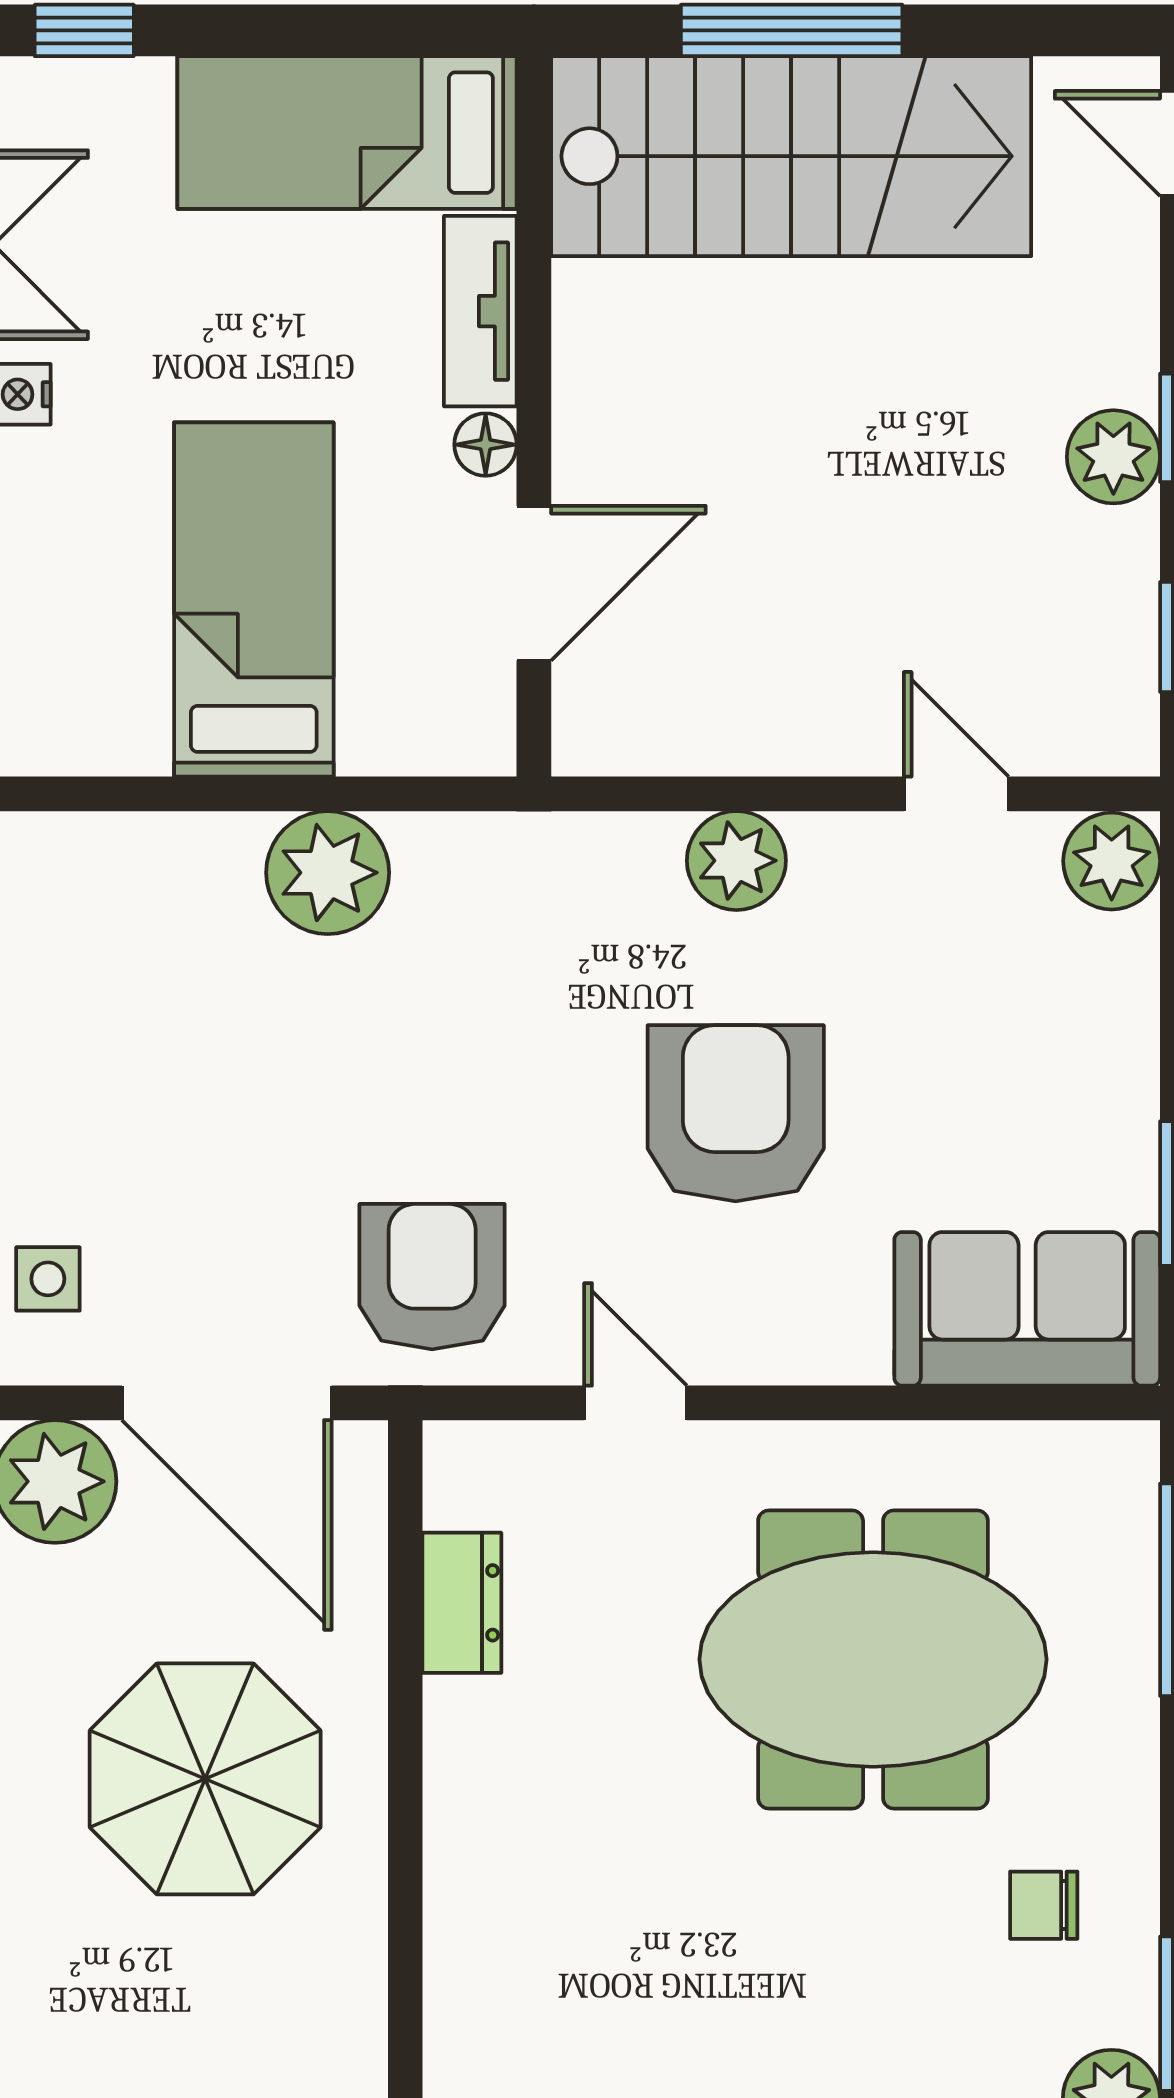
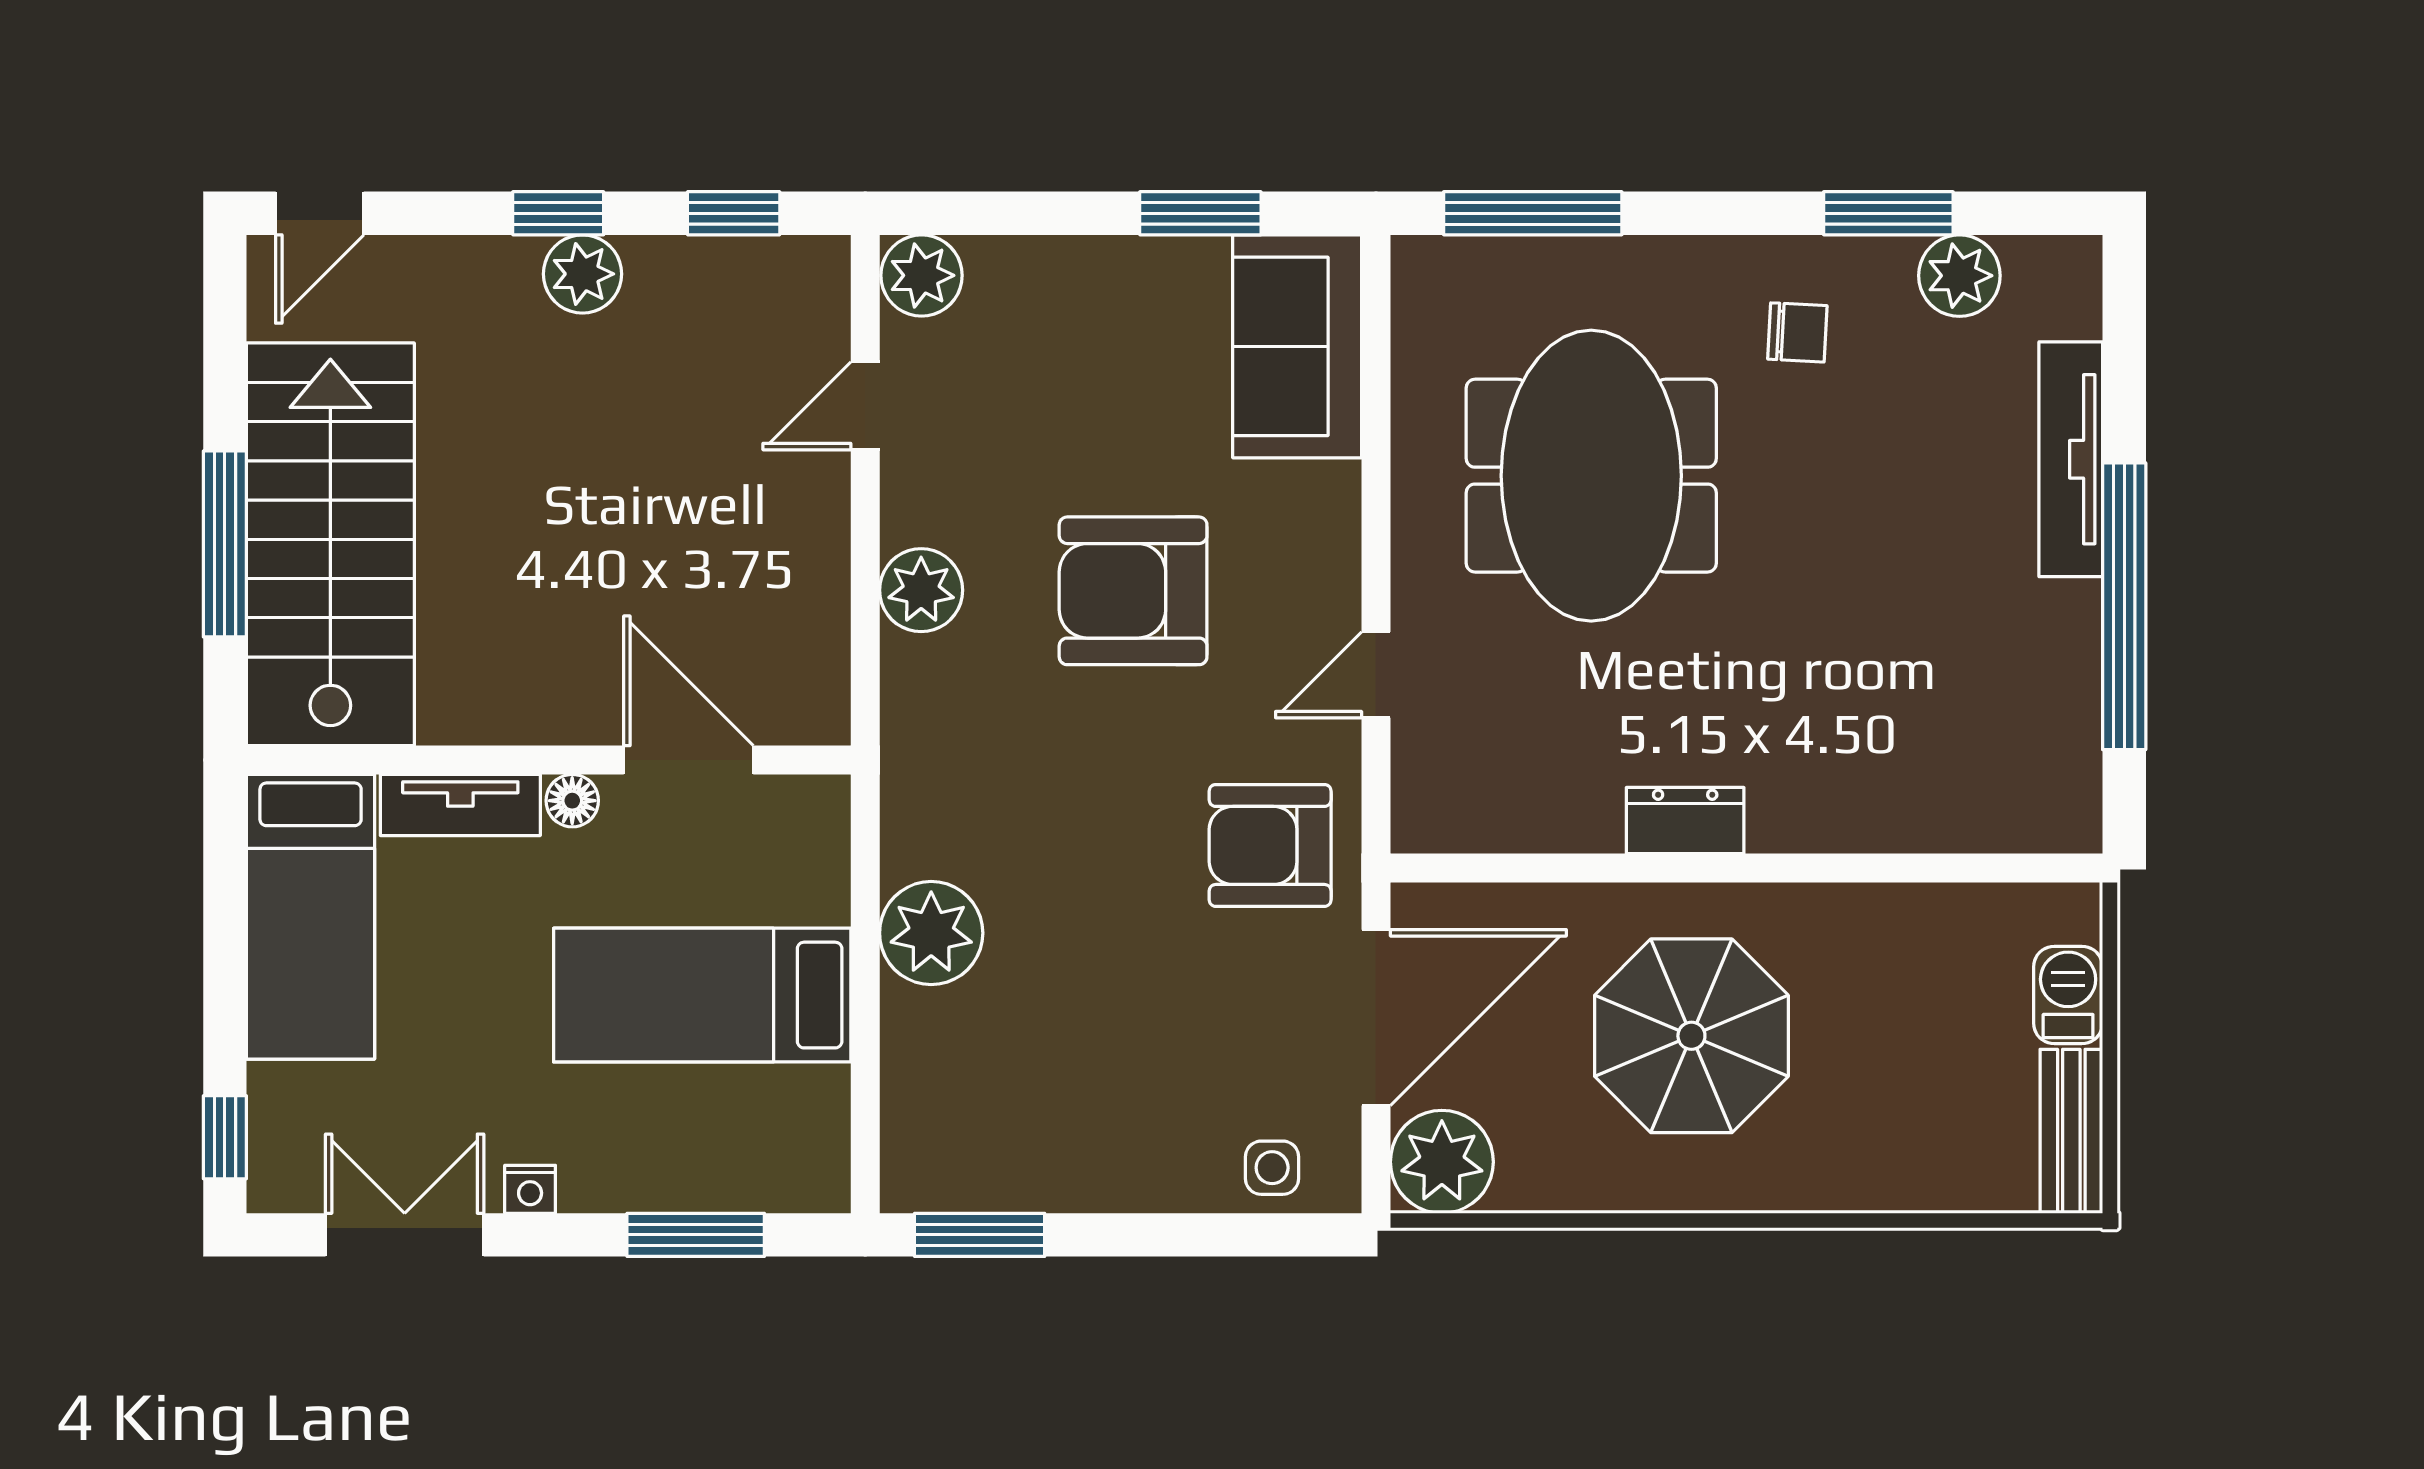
dresser: (462, 1603) -> (1685, 821), moved
chair: (1044, 1905) -> (1797, 332), turned -87

